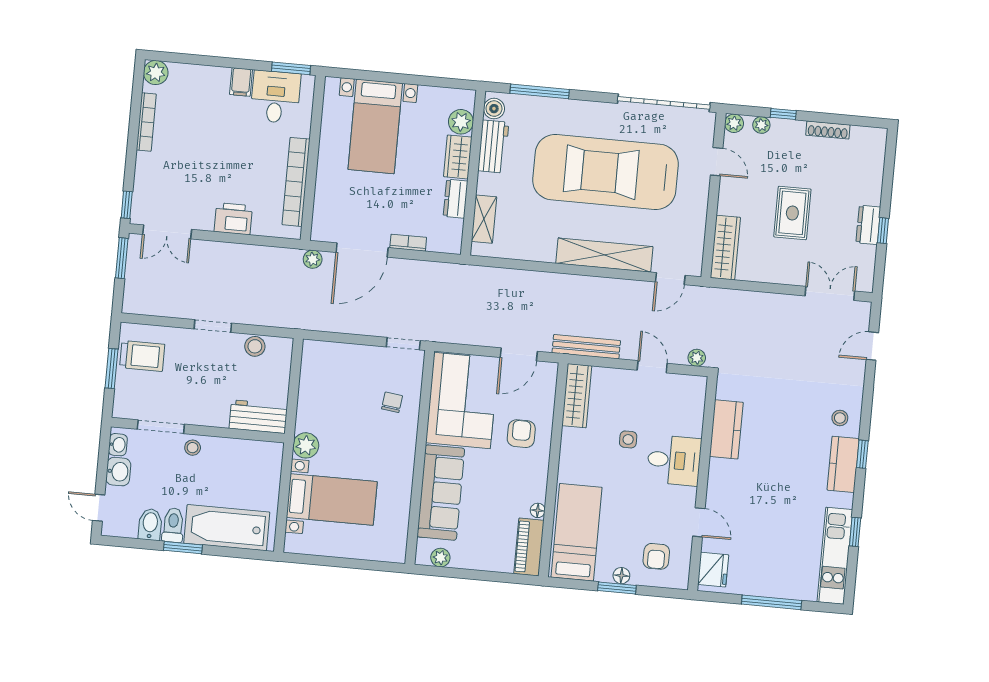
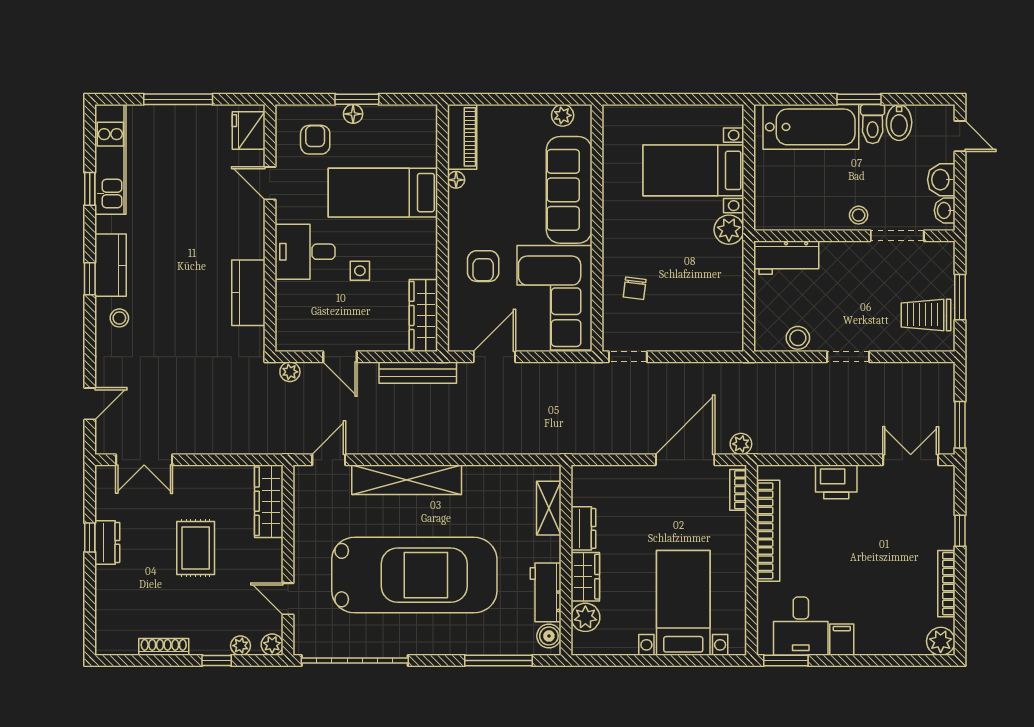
window: (127, 205) -> (960, 531), moved
bookcase: (408, 243) -> (738, 490), moved, turned 90
bed: (576, 532) -> (383, 193), moved, turned 90

